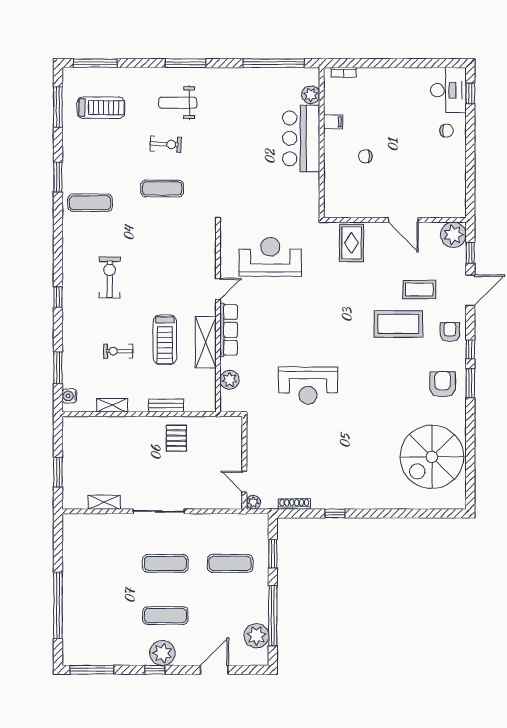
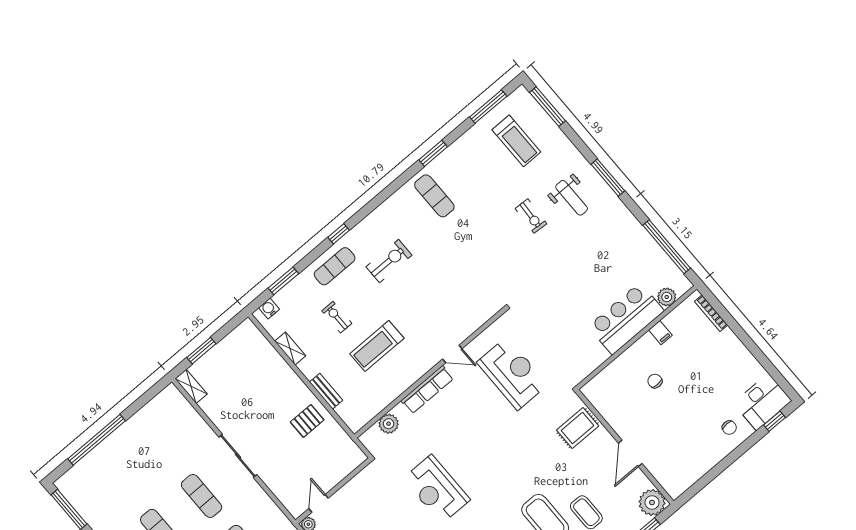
bookcase: (344, 72) -> (711, 313), width x1.56
weight bench: (178, 103) -> (572, 198), turned 180
exercise mat: (162, 188) -> (335, 266), moved, turned 90
shelving: (206, 342) -> (402, 380), removed
shelving: (104, 502) -> (191, 386), moved

